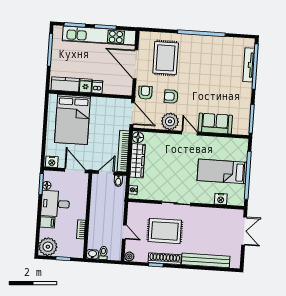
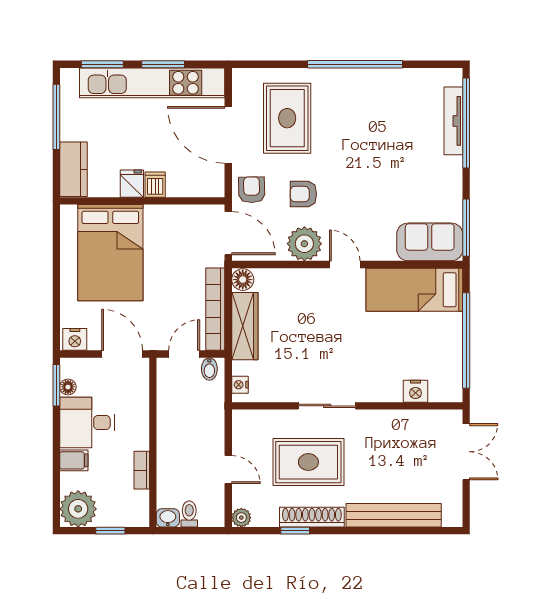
kitchen counter: (65, 84) -> (74, 169), moved, turned 90
sofa: (215, 124) -> (430, 242), moved
bed: (222, 171) -> (414, 290), moved

